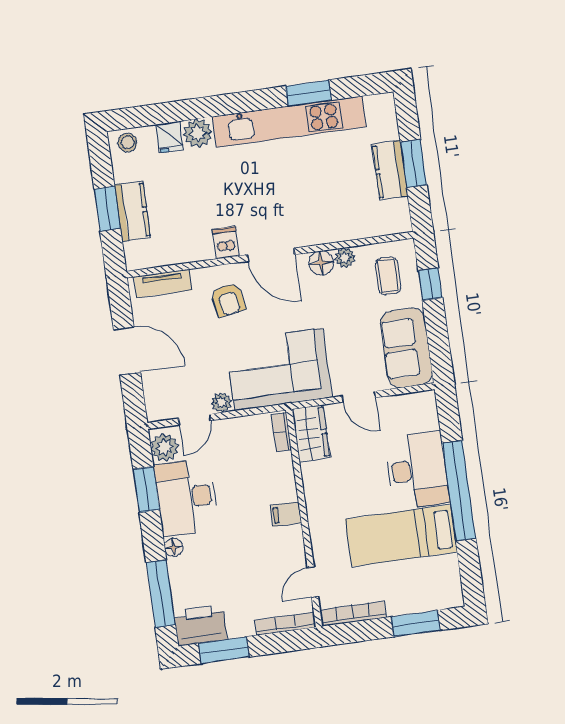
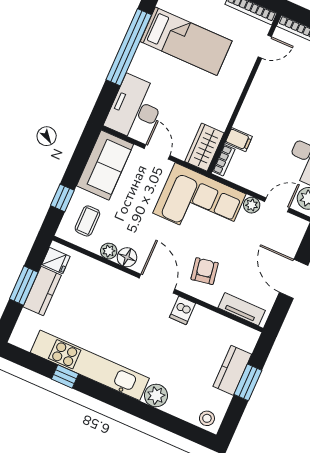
window: (308, 93) -> (65, 377), width x0.67
fridge: (169, 137) -> (56, 260), moved, turned 90
desk: (417, 470) -> (135, 108), moved
filing cabinet: (286, 514) -> (239, 140), moved

